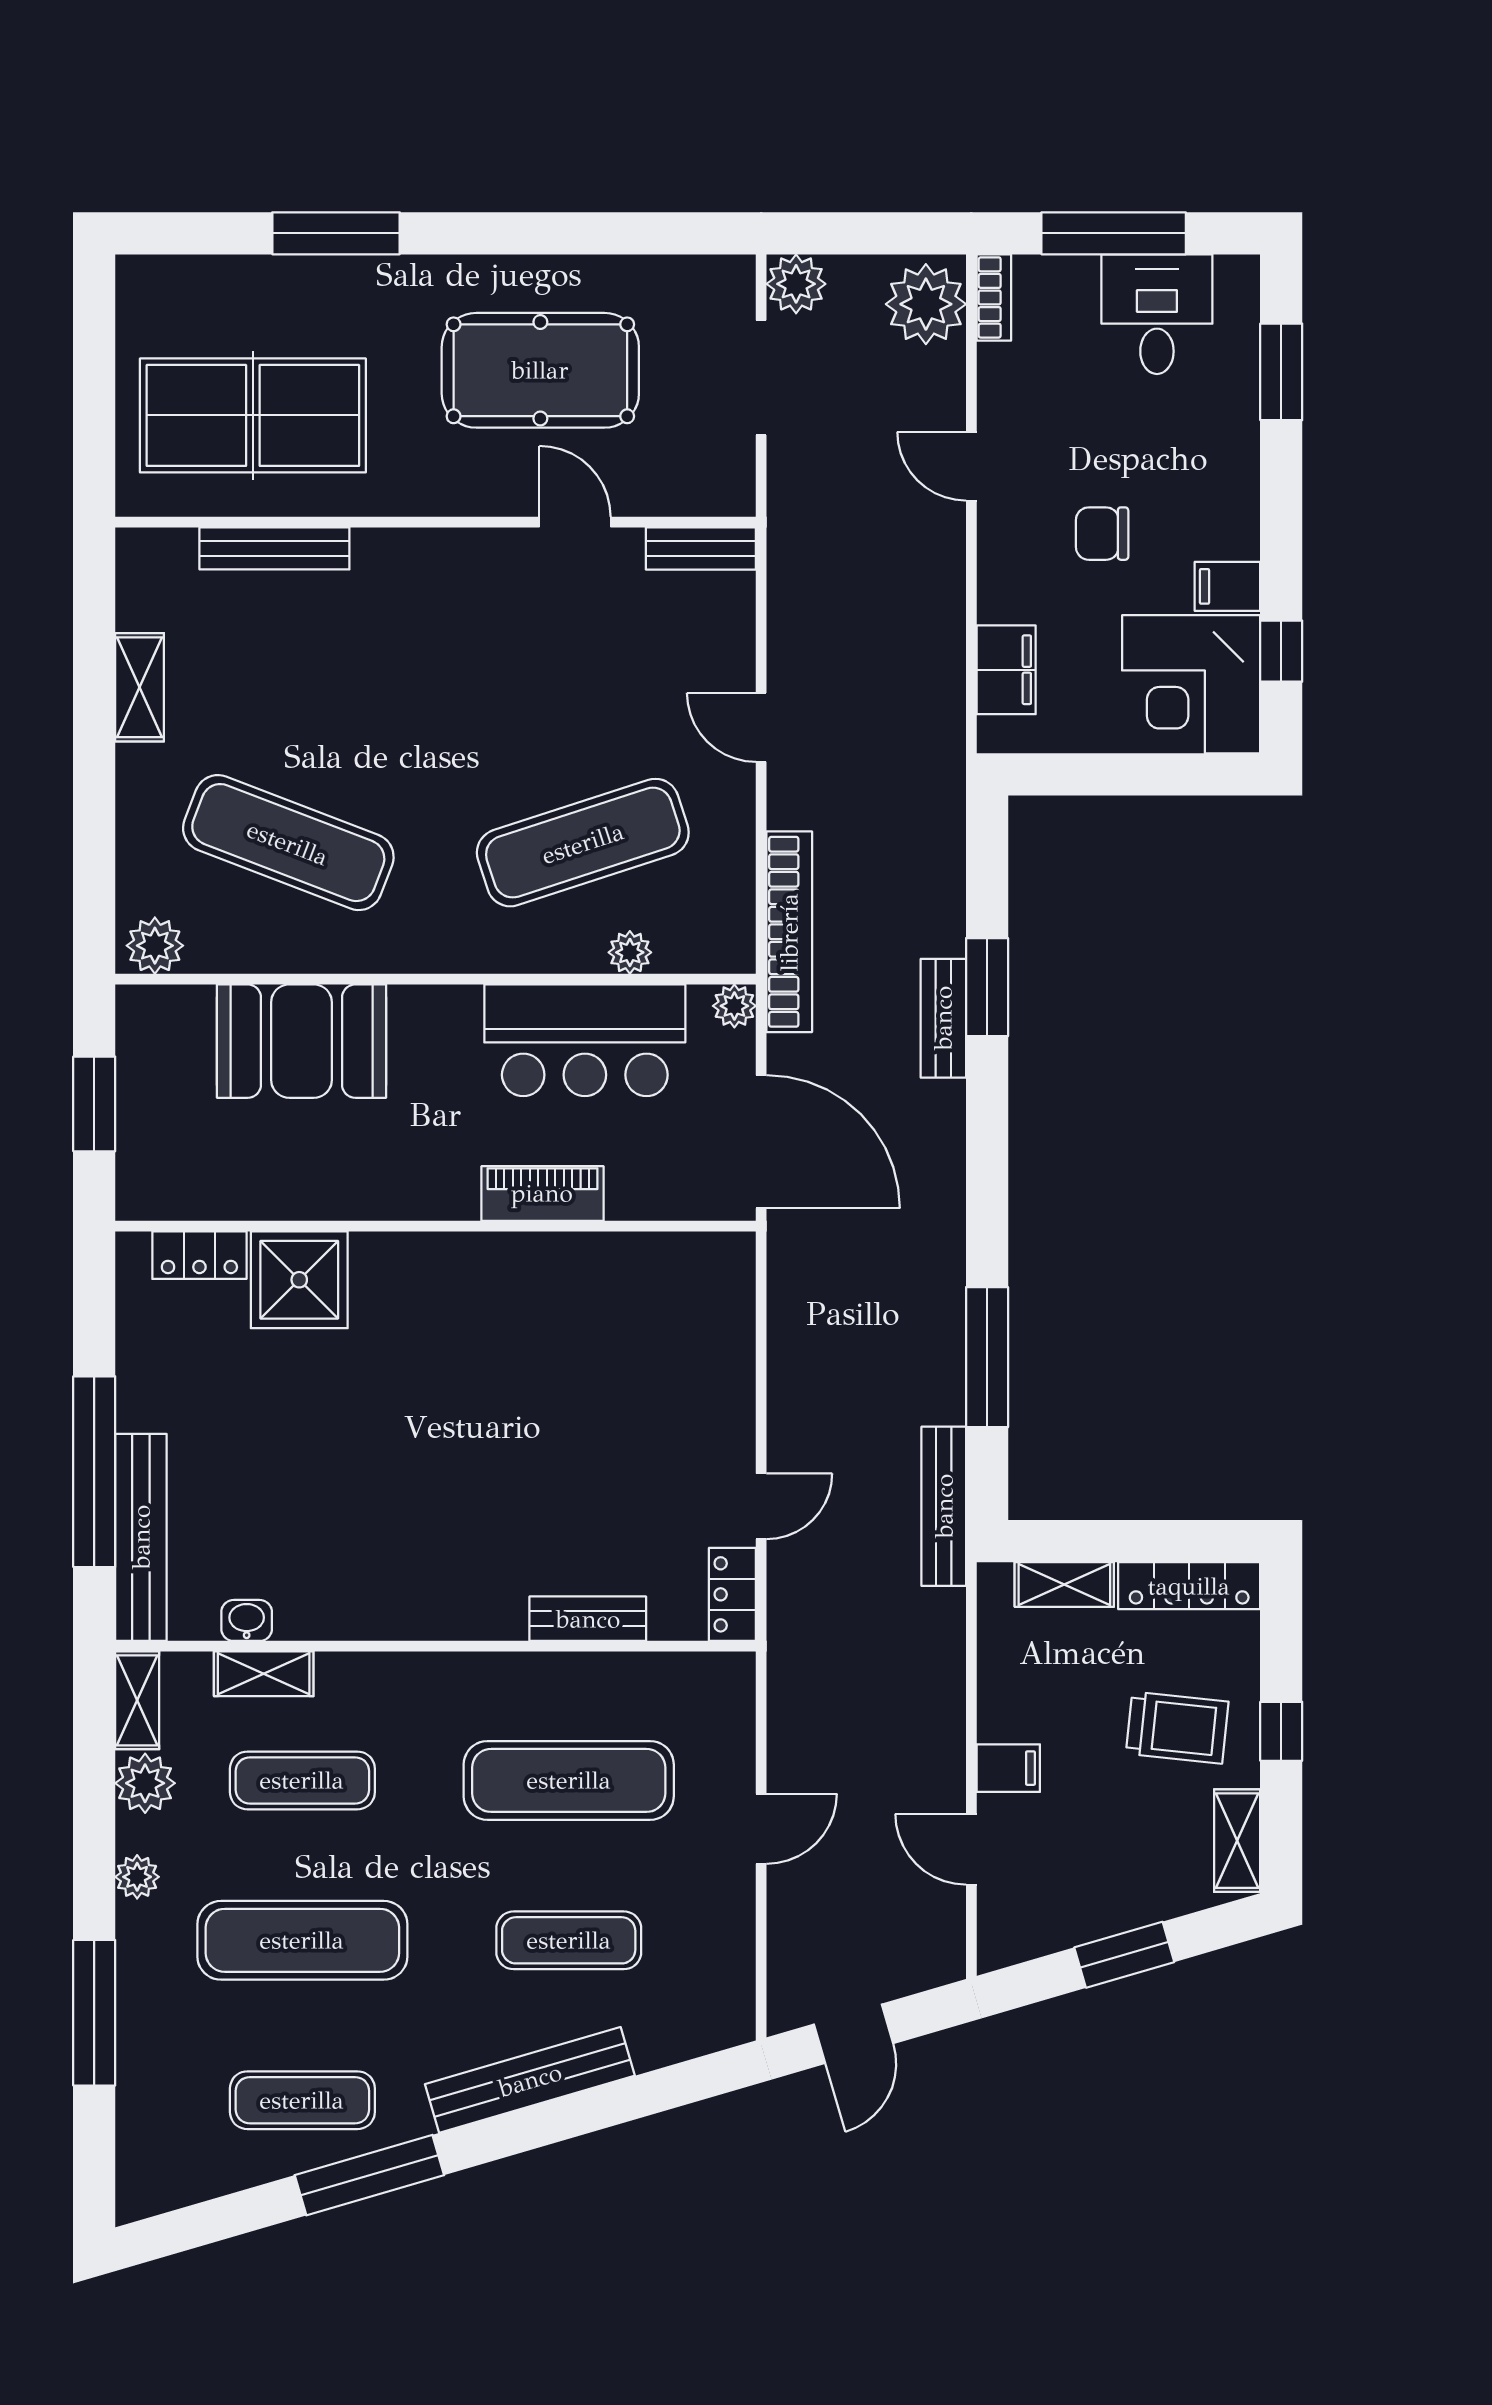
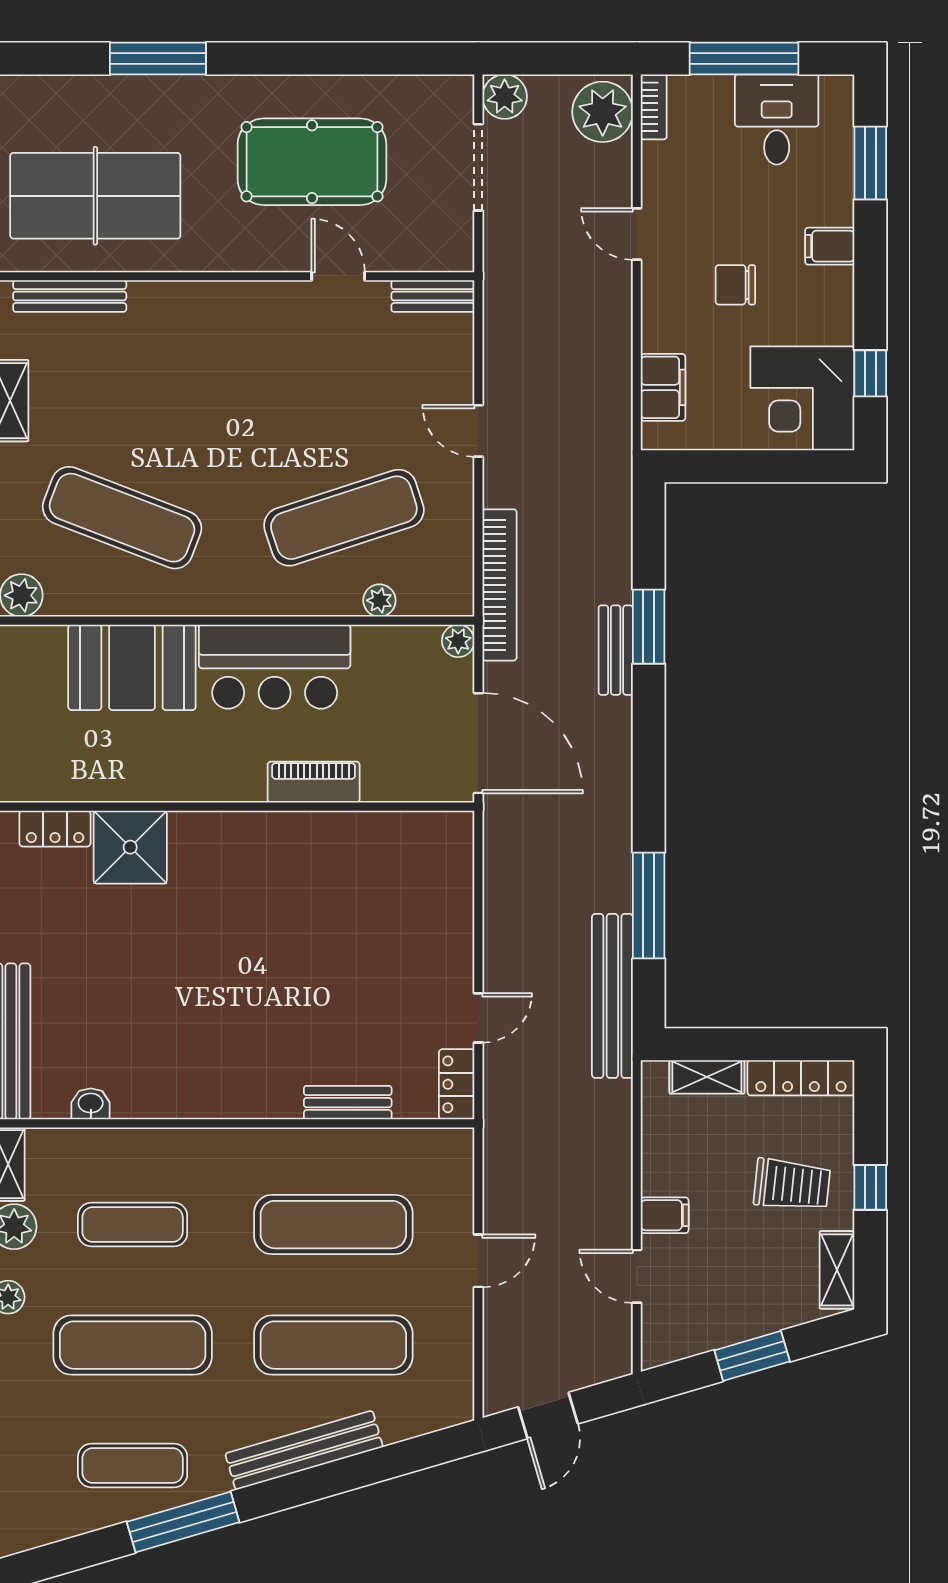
bench: (274, 548) -> (70, 296), moved
filing cabinet: (1227, 586) -> (830, 246), moved
bar counter: (585, 1040) -> (275, 667), moved
bench: (944, 1506) -> (612, 996), width x1.37, depth x1.21
shelving: (264, 1674) -> (103, 1144), removed
exercise mat: (569, 1940) -> (333, 1345), width x1.36, depth x1.45

